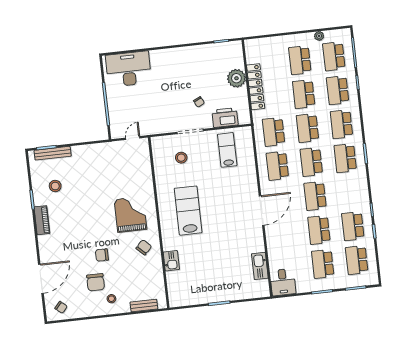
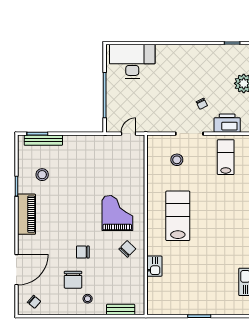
piano: (42, 220) -> (26, 214), width x1.37, depth x1.33

